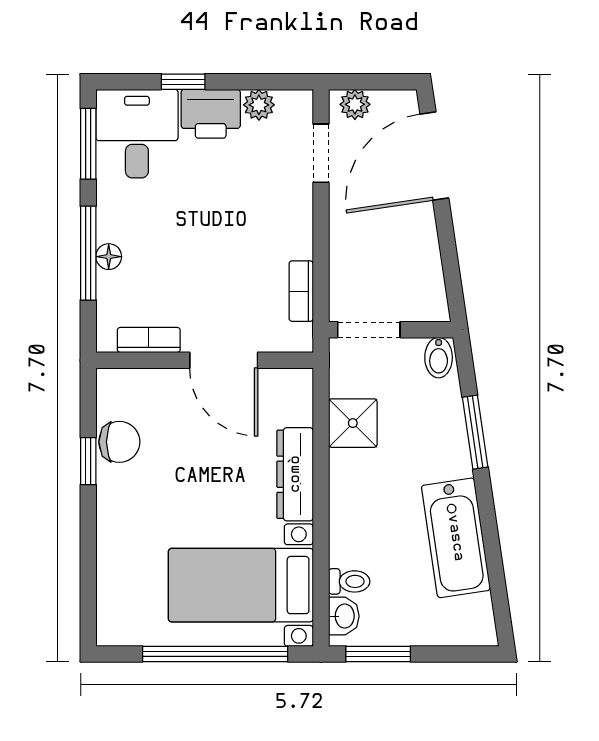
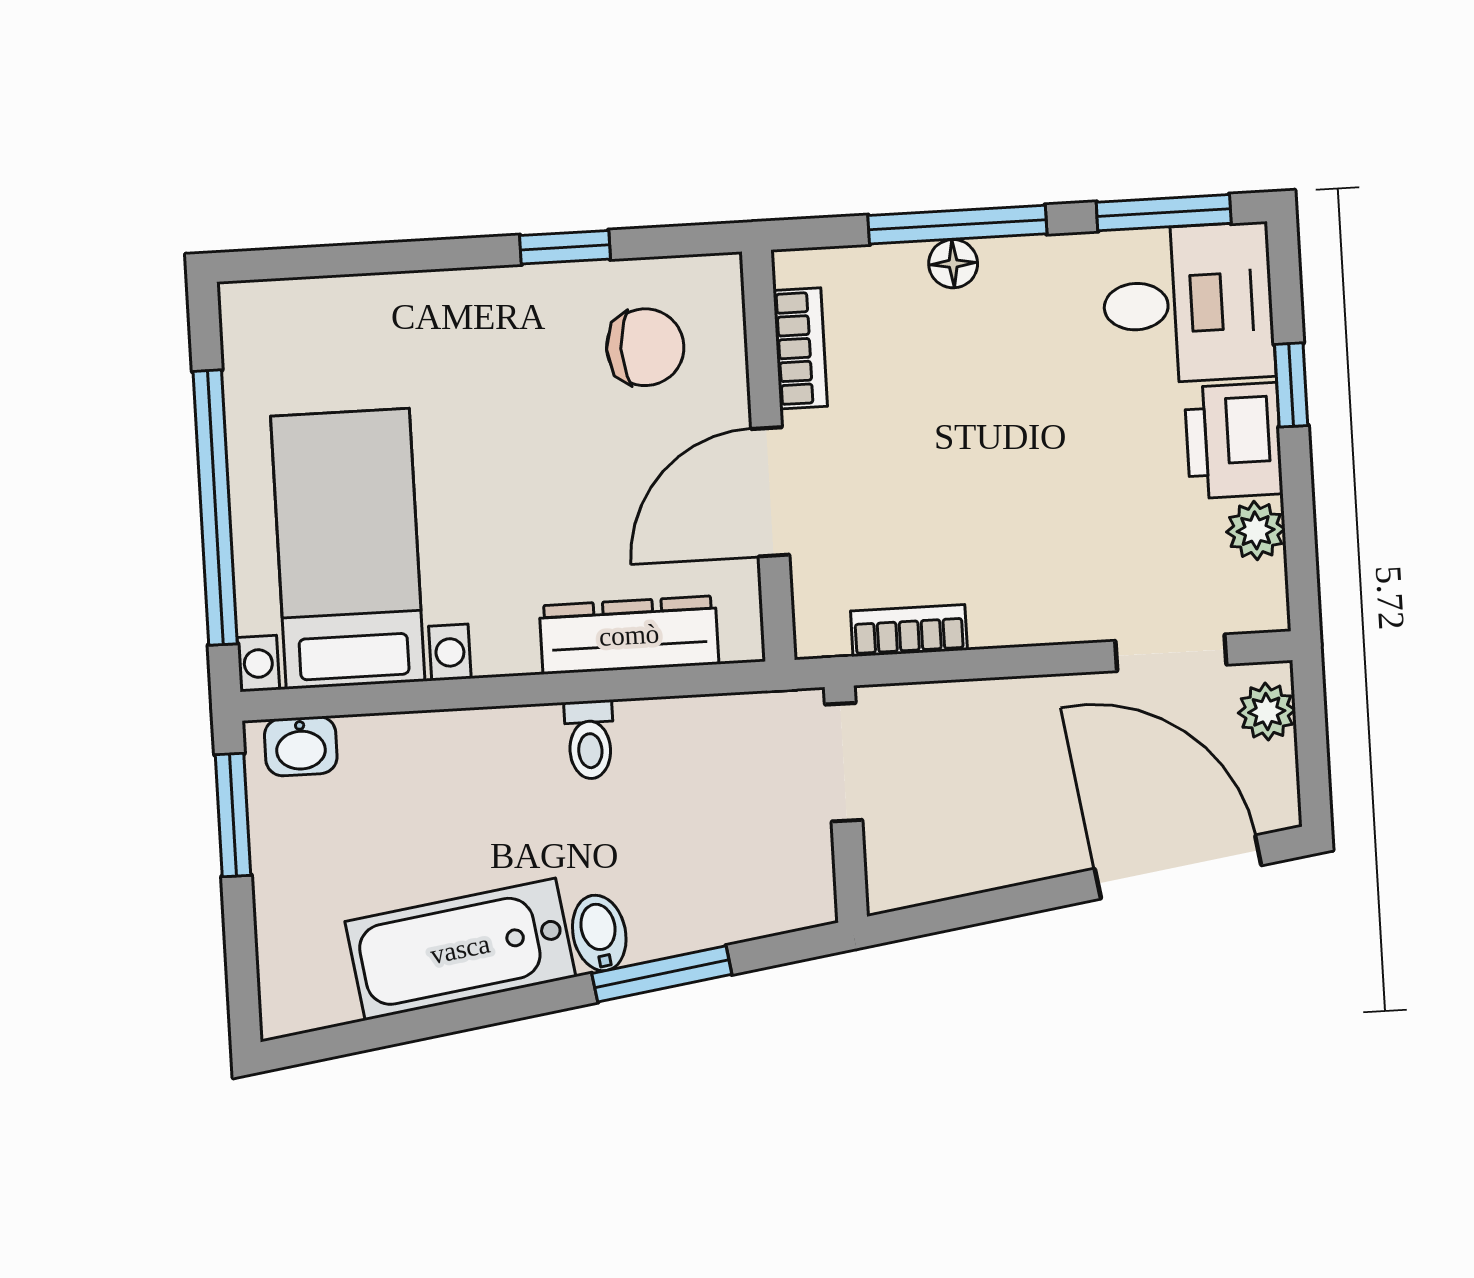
bidet: (439, 358) -> (599, 933), moved, turned 82
shower: (353, 423) -> (666, 742), removed
chair: (119, 442) -> (645, 347), moved, turned -90
dresser: (295, 474) -> (629, 635), moved
toilet: (349, 581) -> (590, 740), moved

